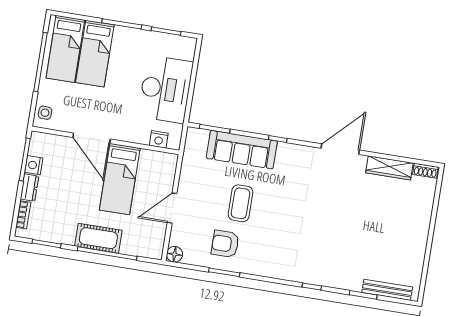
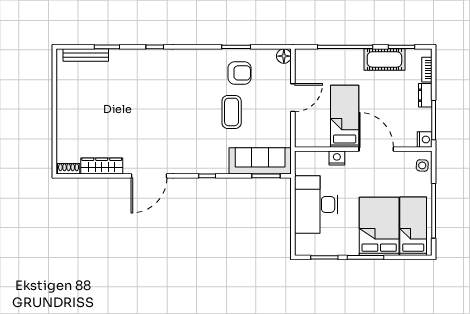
bed: (95, 54) -> (379, 226), width x1.50
nightstand: (159, 139) -> (337, 158), moved
sofa: (242, 150) -> (260, 161), moved
nightstand: (34, 165) -> (425, 139), moved
cot: (98, 238) -> (384, 59), moved

